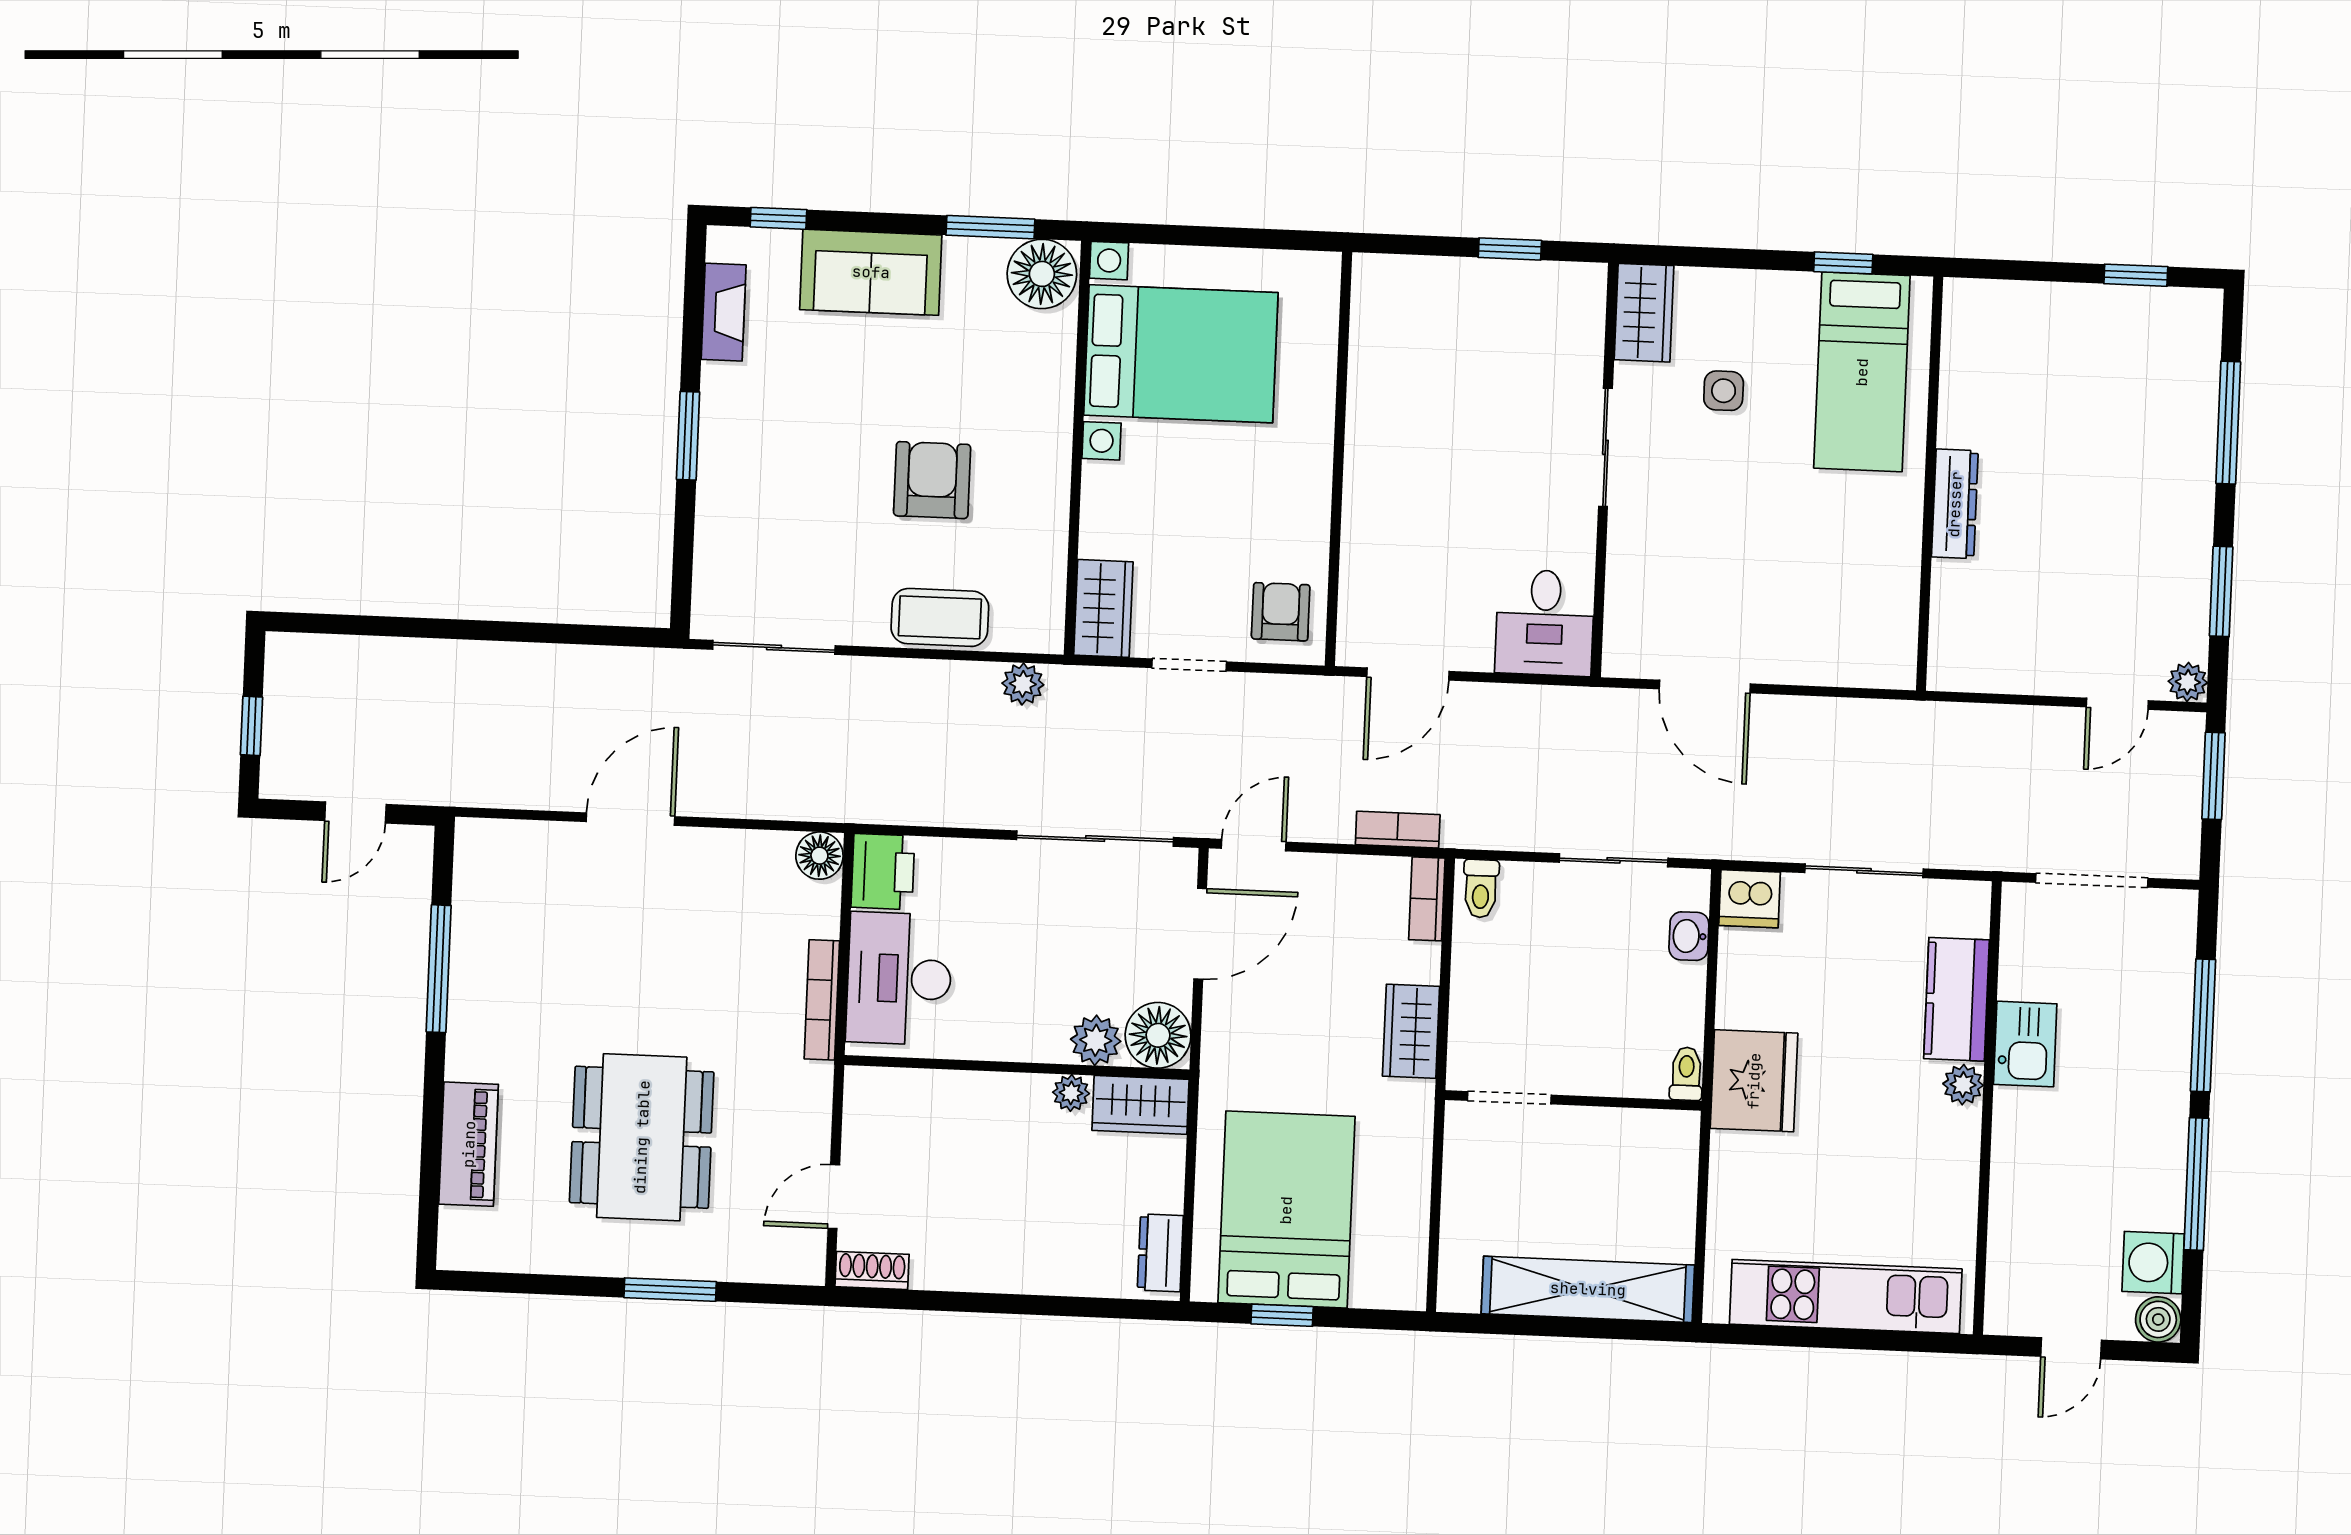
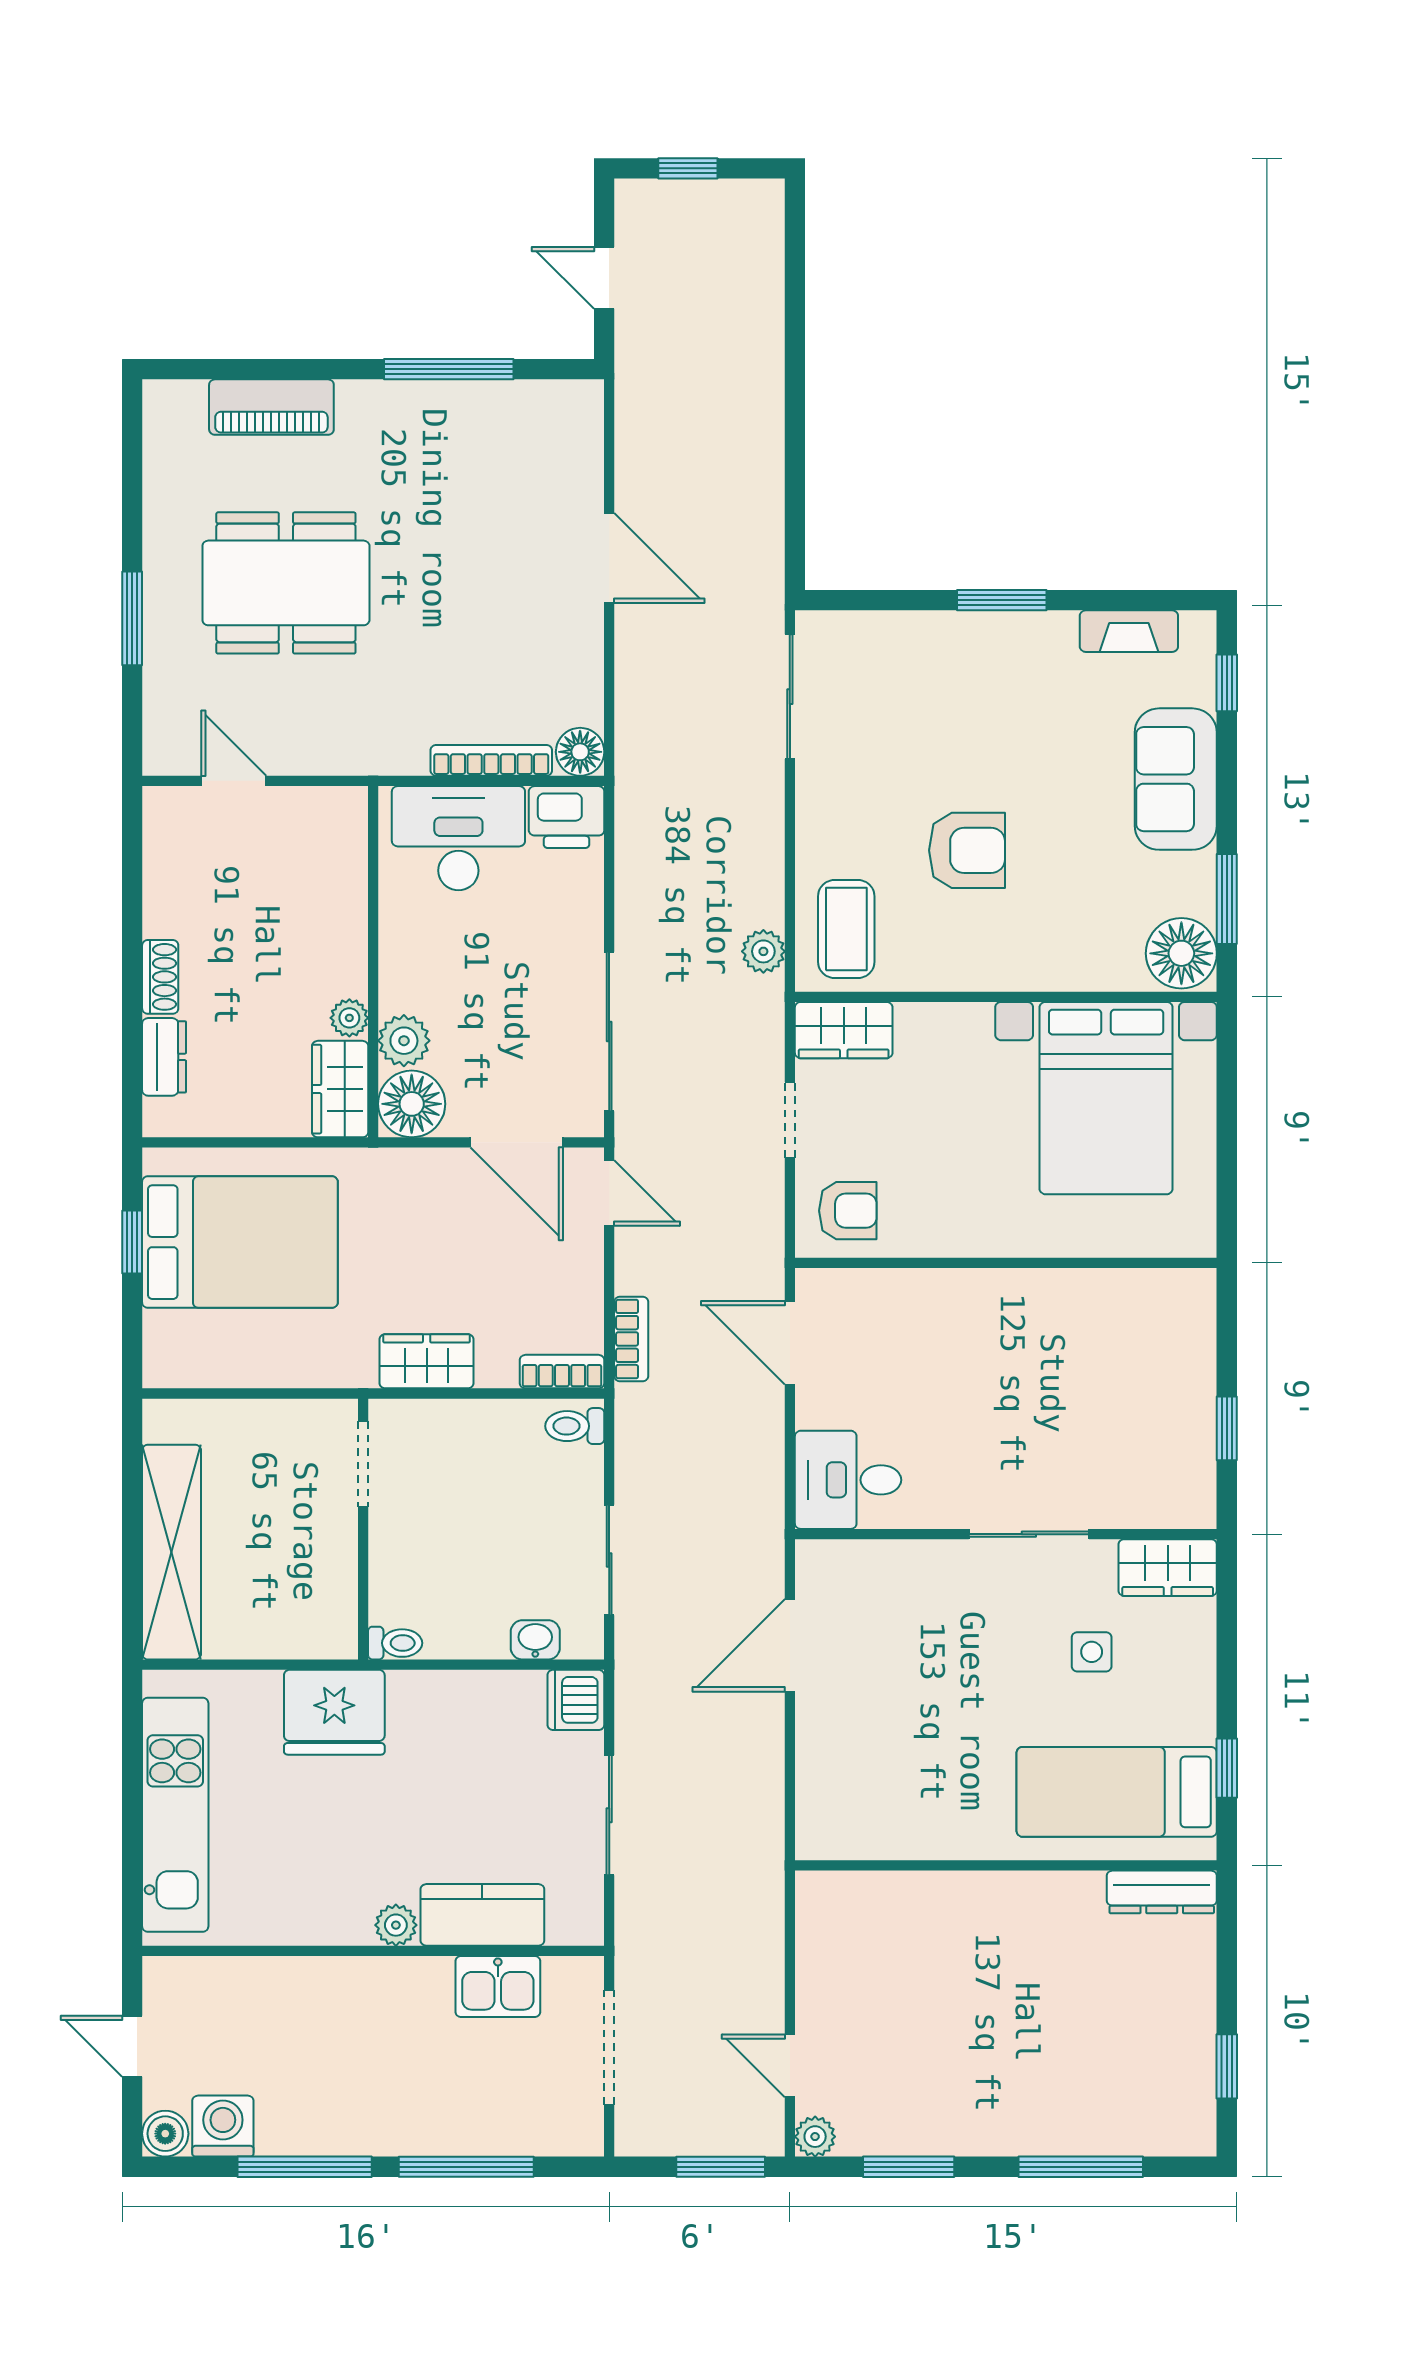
dresser: (1955, 504) -> (1162, 1892), moved
coffee table: (940, 617) -> (846, 929), moved
bookcase: (822, 1000) -> (491, 760), moved
kitchen sink: (2025, 1044) -> (498, 1987), moved
fridge: (1754, 1081) -> (334, 1712), moved
dresser: (1160, 1253) -> (164, 1057), moved, turned 90
shoe rack: (872, 1270) -> (160, 977), moved

